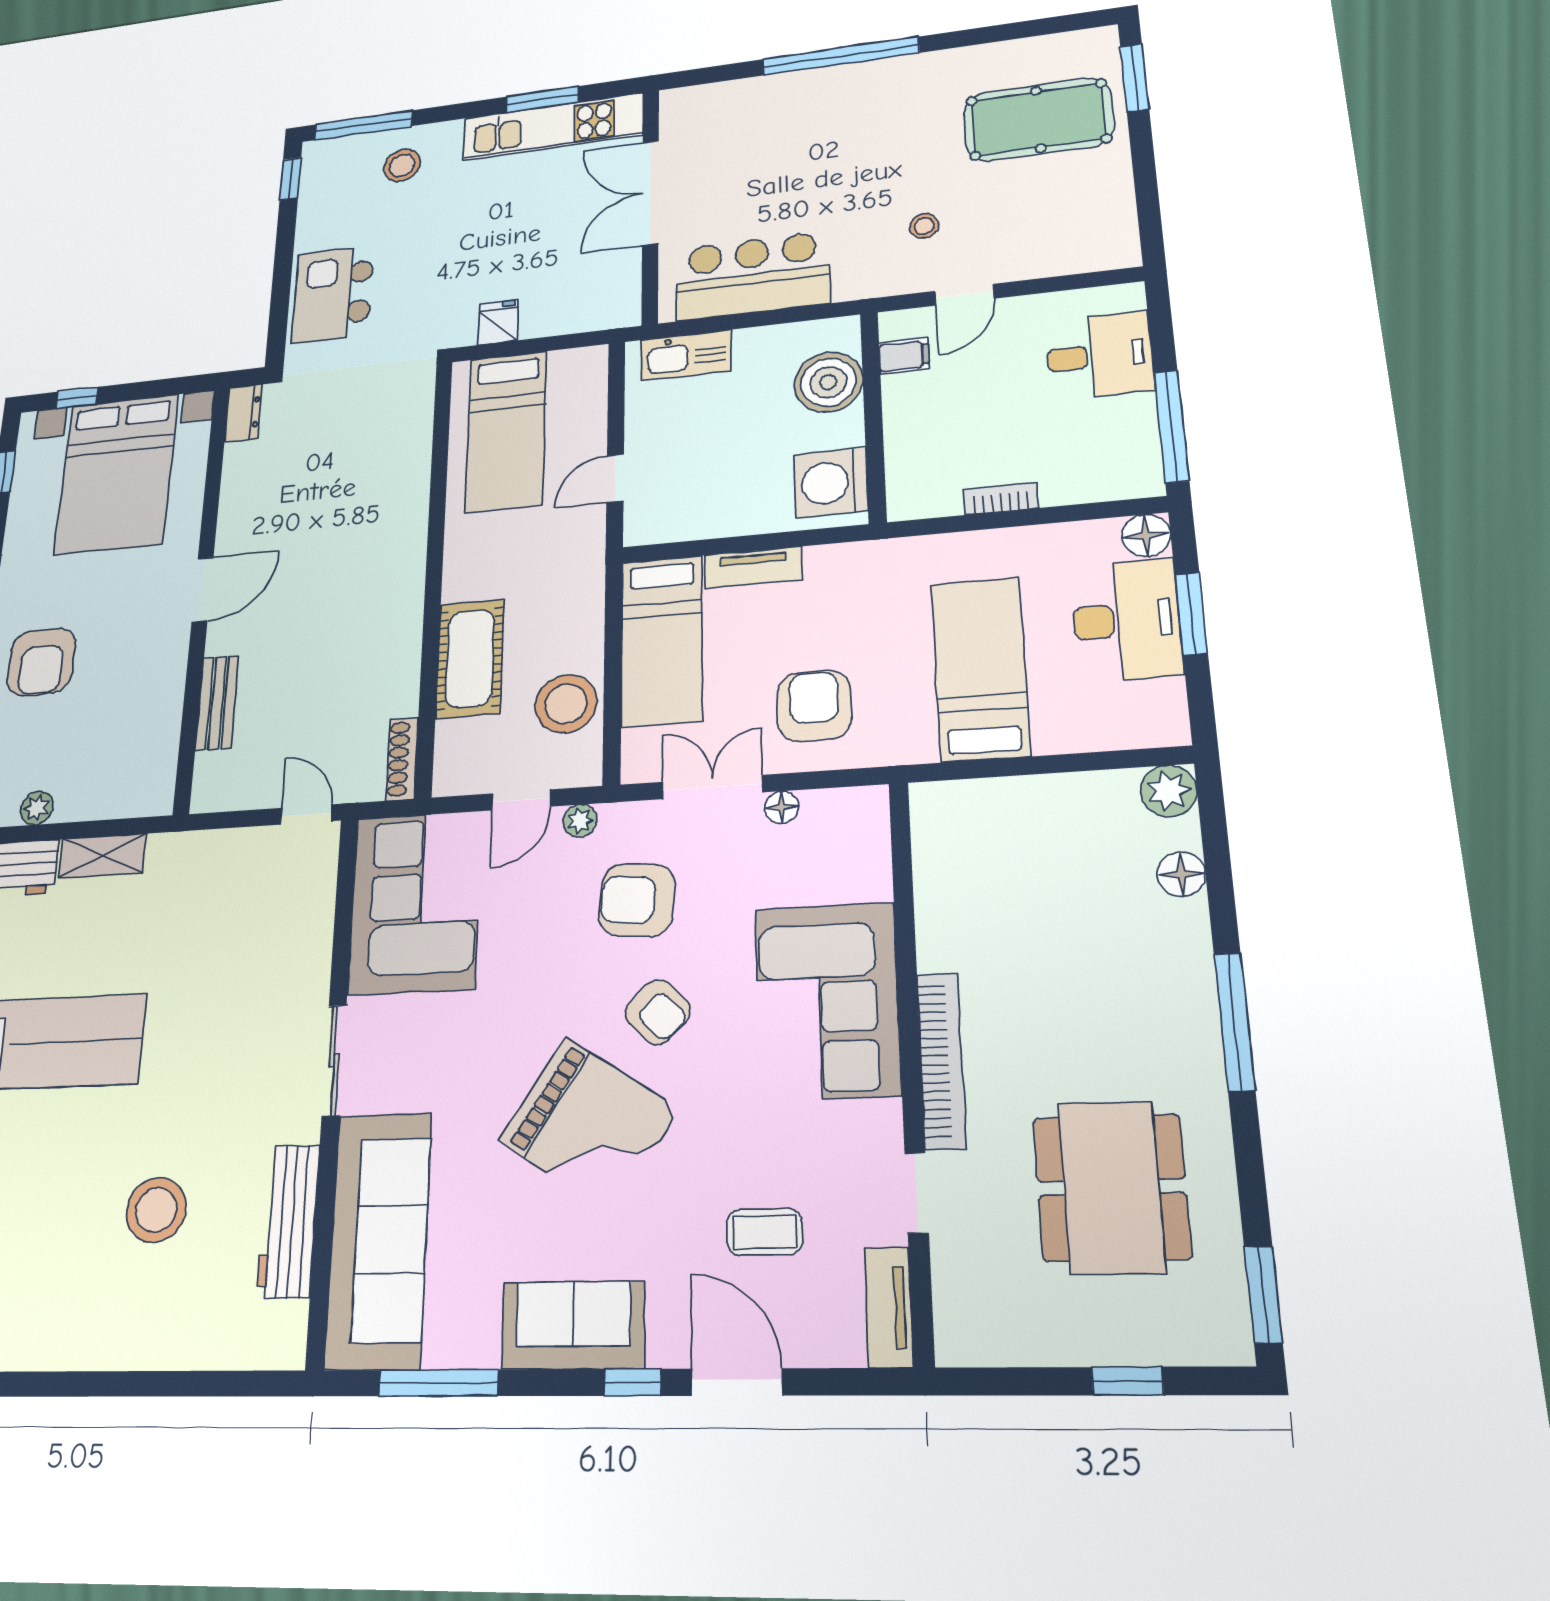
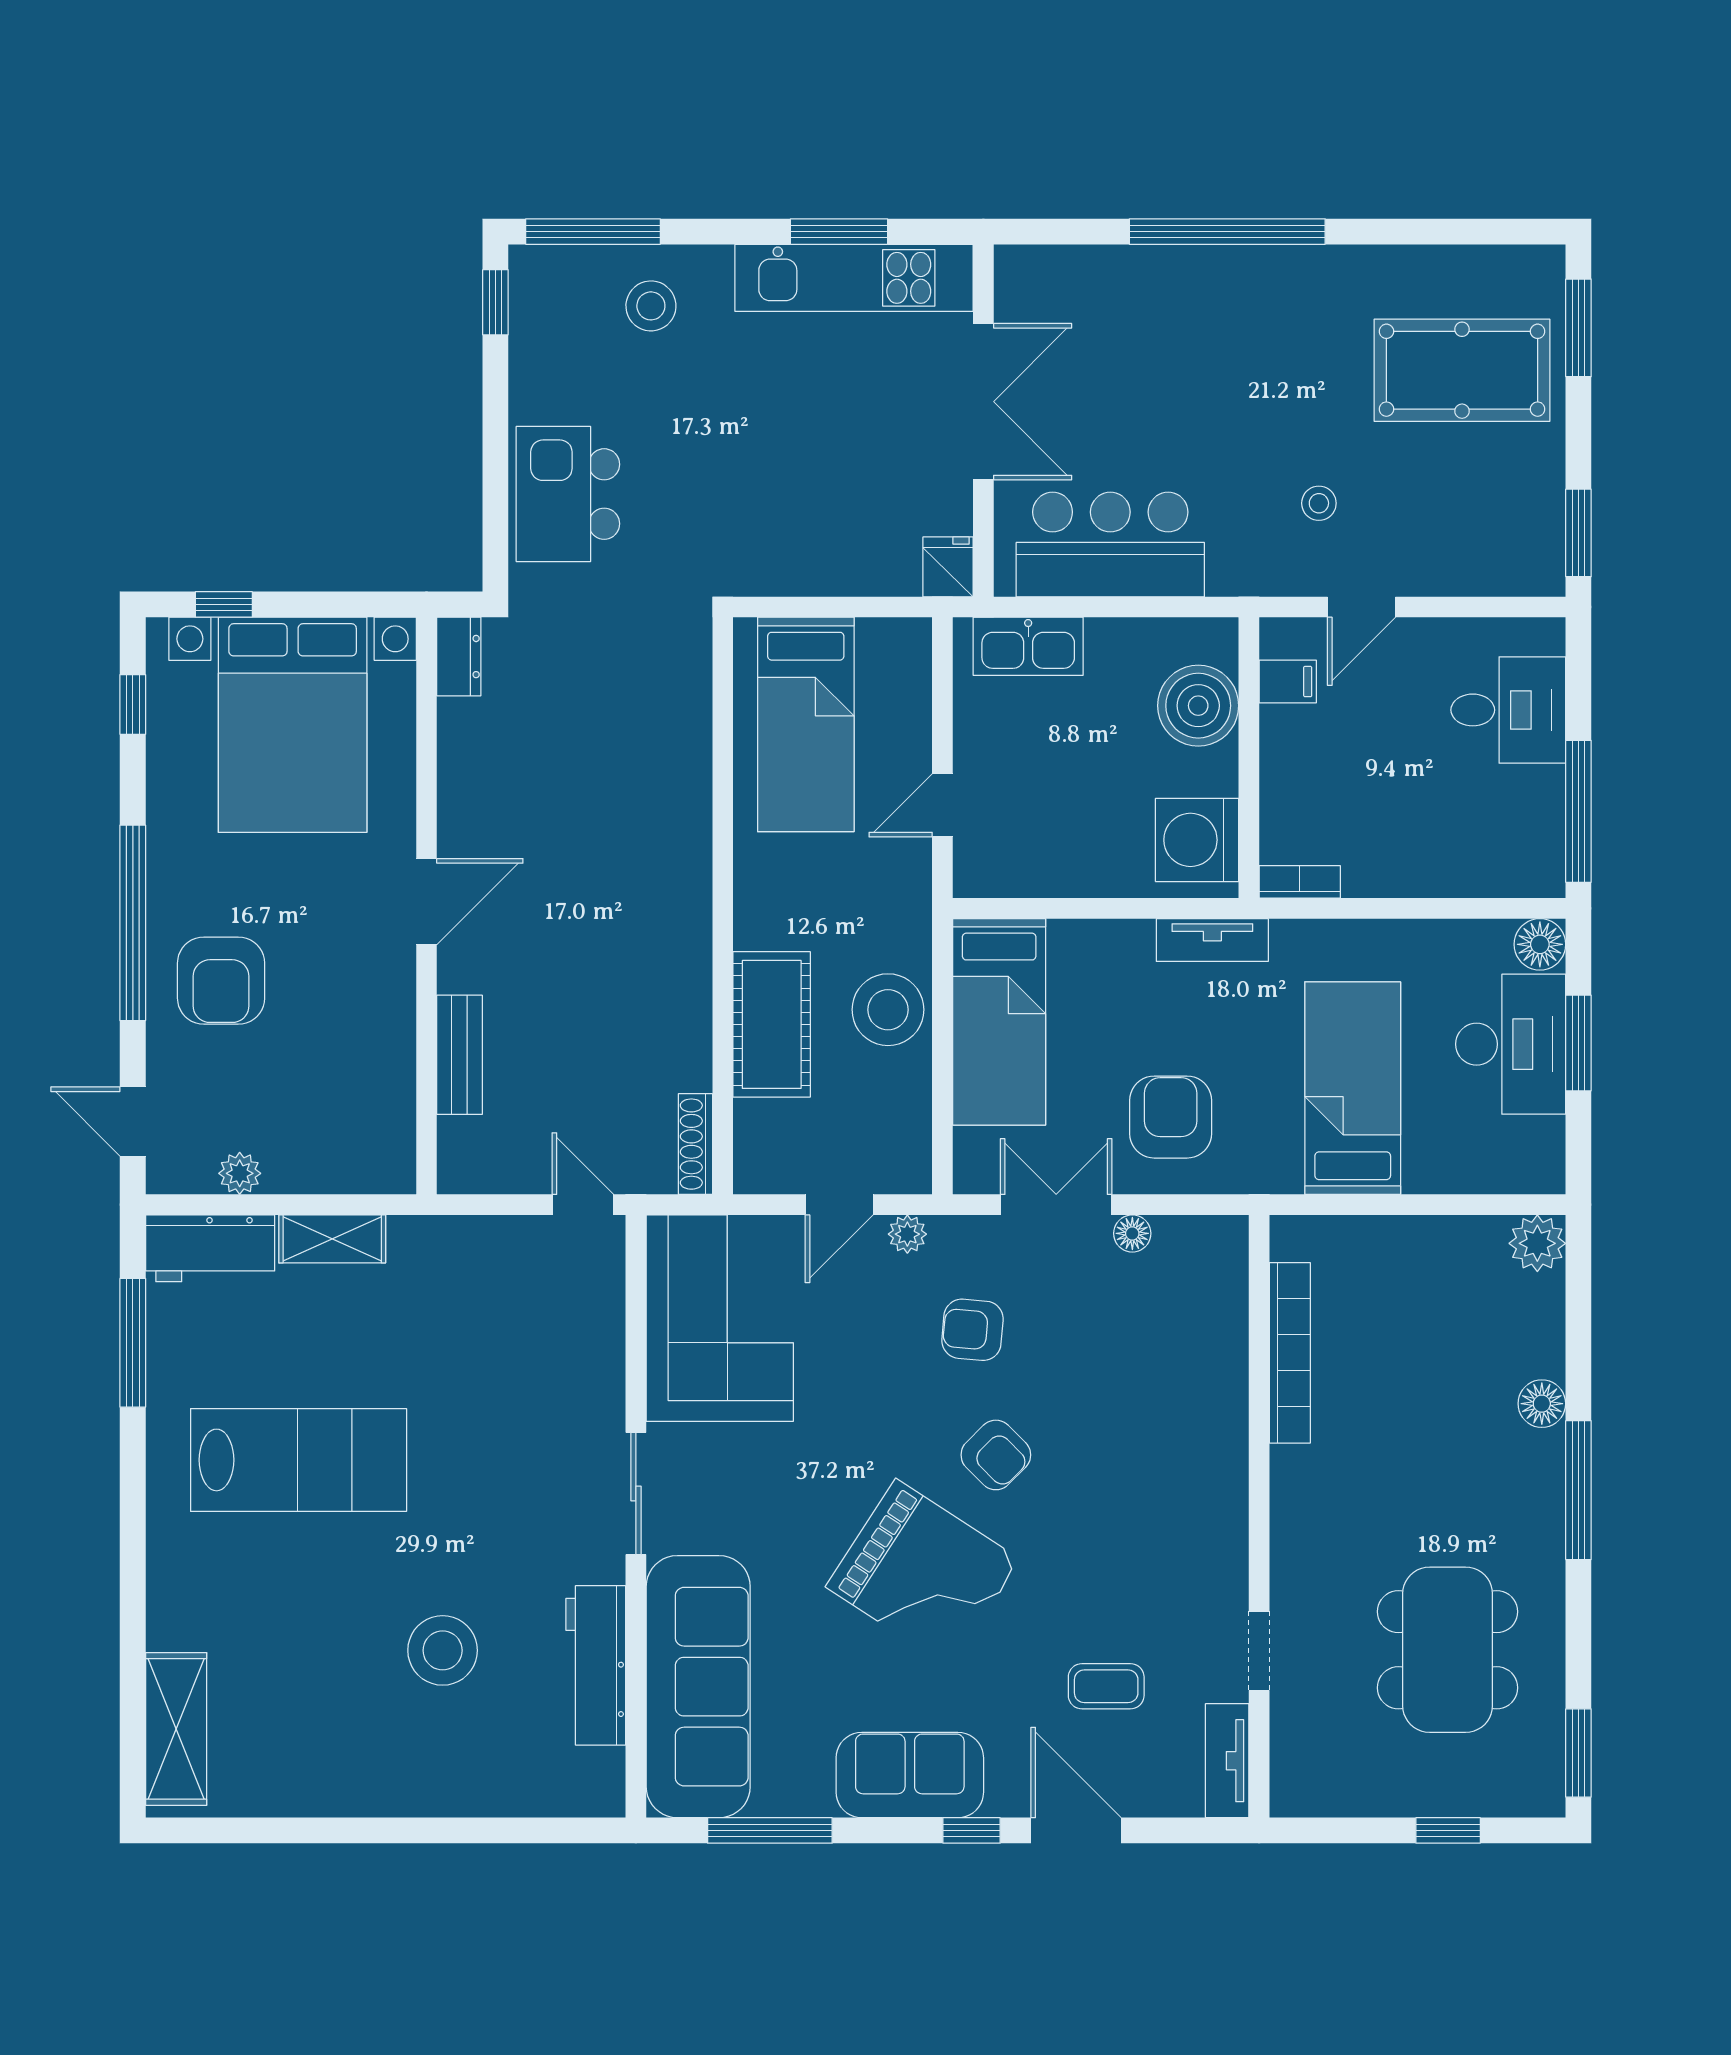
double door: (650, 193) -> (983, 402), swing flipped
window: (1149, 219) -> (1578, 533), added
fridge: (498, 322) -> (948, 567), moved
bookcase: (1001, 499) -> (1300, 882), moved
tv unit: (753, 568) -> (1212, 940), moved
stool: (566, 704) -> (888, 1010), moved
floor lamp: (1181, 874) -> (1542, 1404), moved
armchair: (637, 900) -> (972, 1330), width x0.72, depth x0.72
corner sofa: (827, 1001) -> (1175, 1451), removed
bookcase: (941, 1060) -> (1290, 1353), moved

